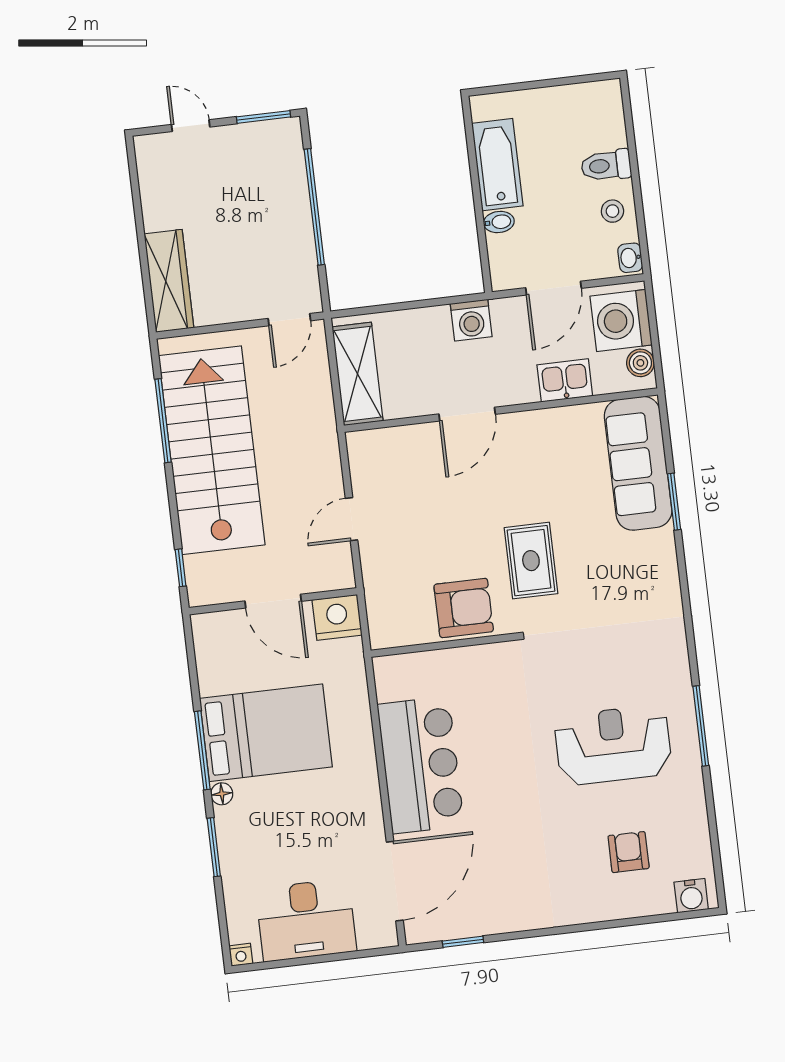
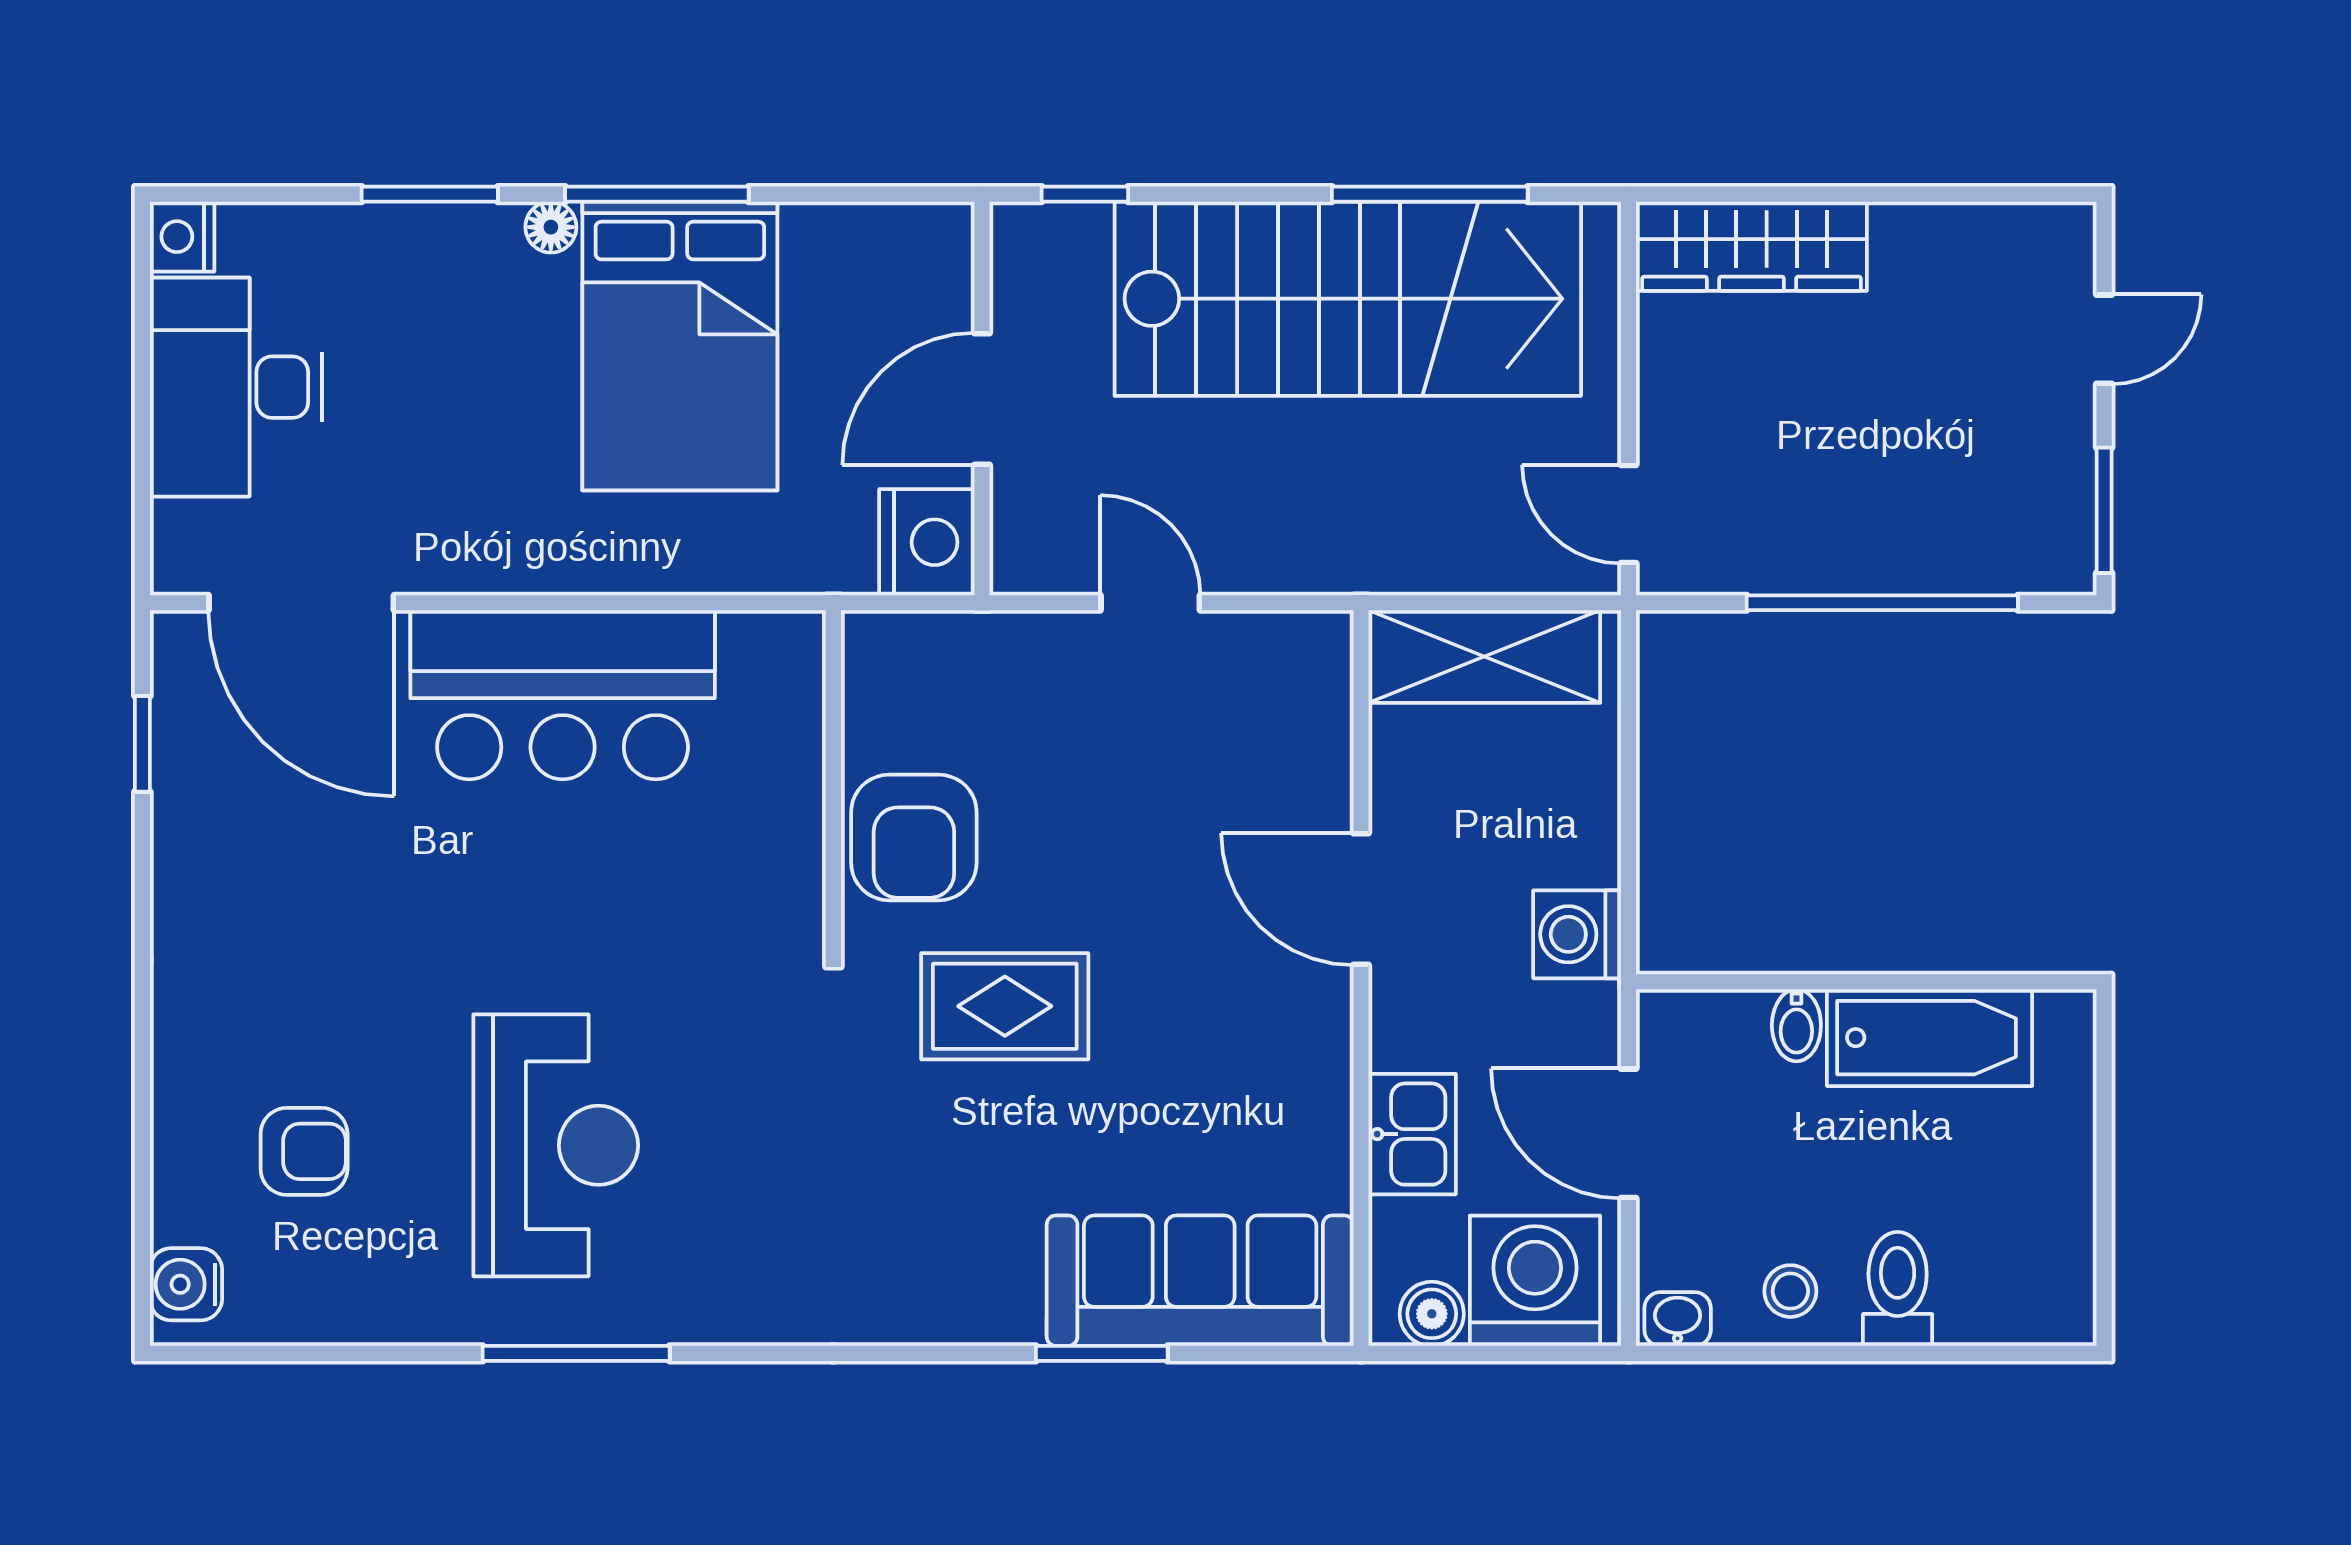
nightstand: (241, 955) -> (182, 237), width x1.39, depth x1.35

